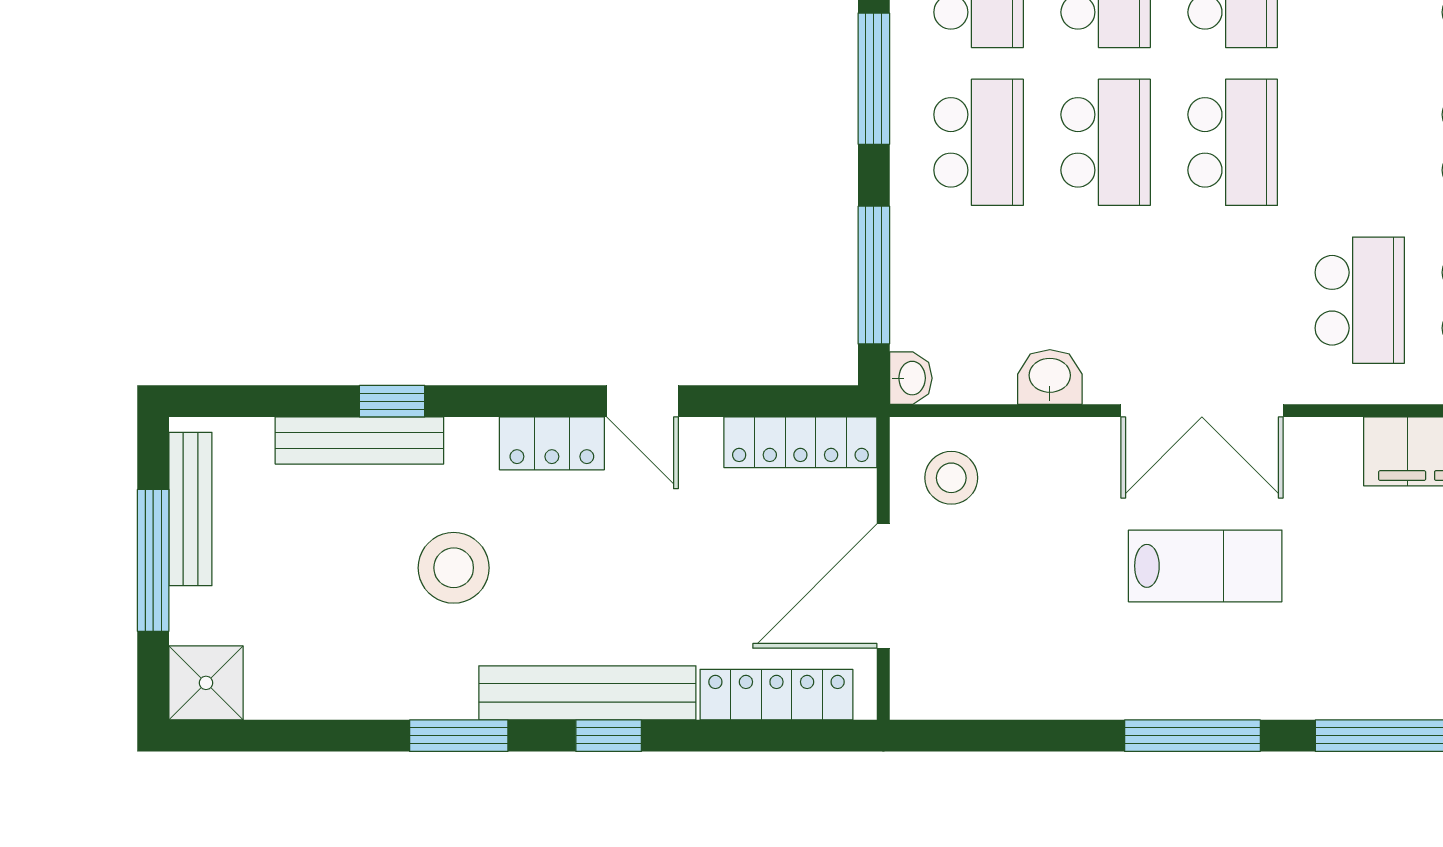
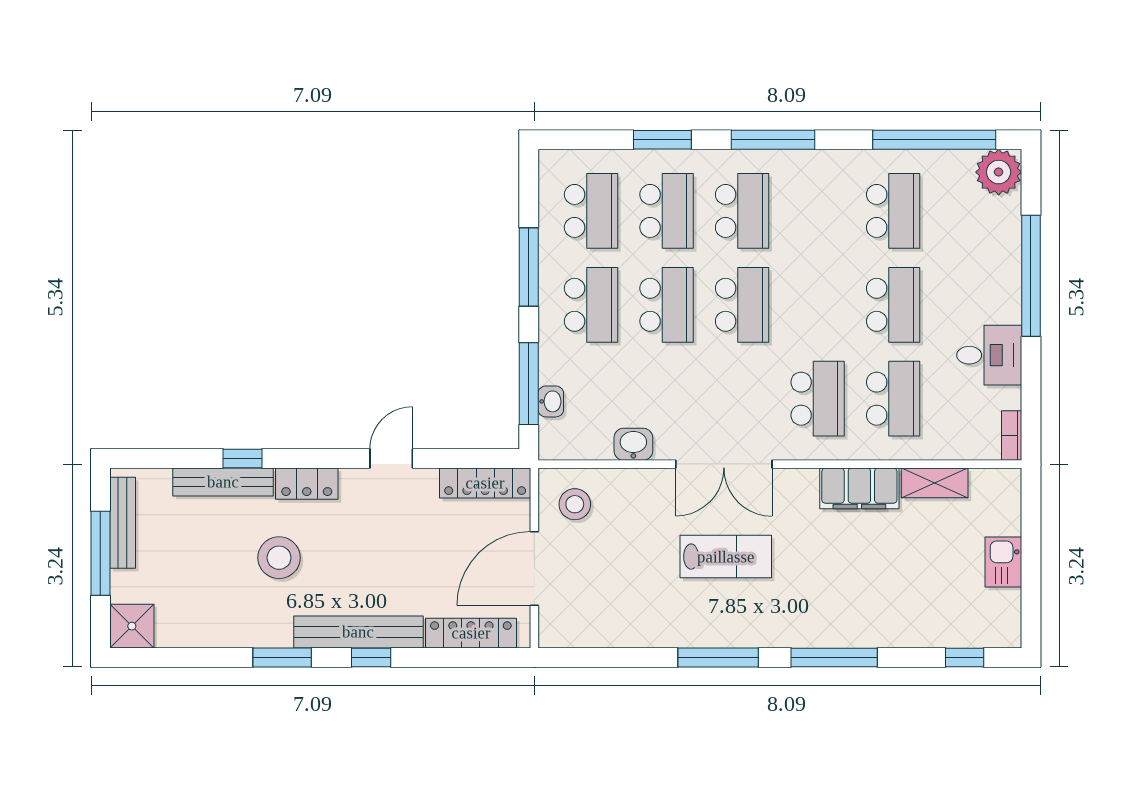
washbasin: (911, 378) -> (551, 401), moved
door: (642, 401) -> (391, 459), swing flipped
locker: (552, 443) -> (307, 484), moved

